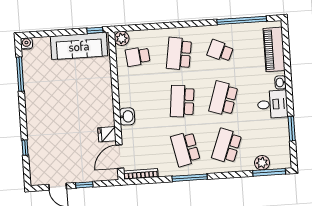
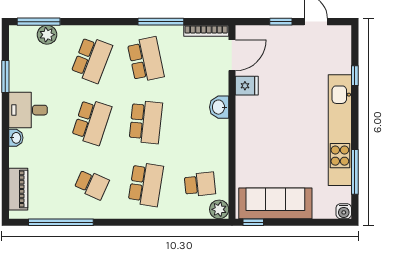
piano: (274, 49) -> (18, 189), width x0.73, depth x0.75
kitchen unit: (34, 105) -> (340, 130), added
window: (190, 178) -> (161, 22), moved

